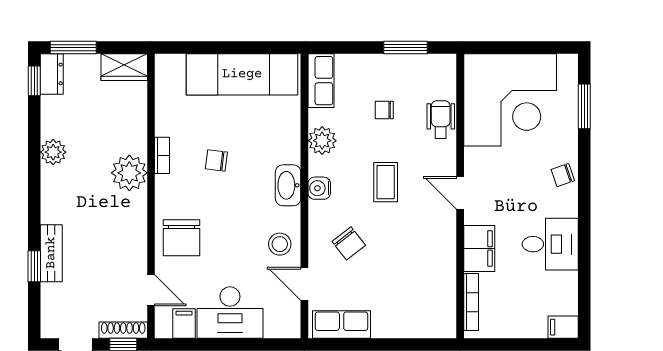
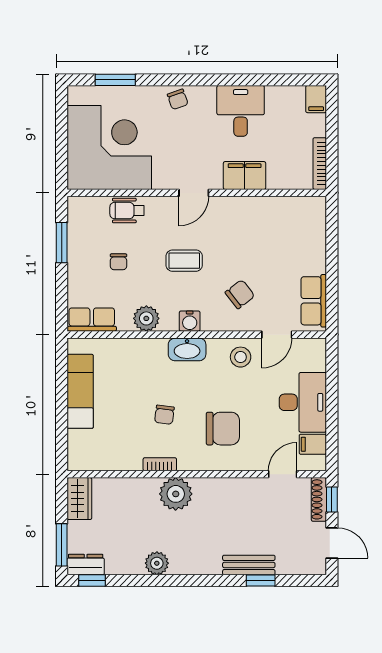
exam couch: (242, 74) -> (80, 391), width x0.73, depth x0.69
chair: (182, 238) -> (223, 429), moved
bookcase: (471, 302) -> (320, 164), moved, turned -90

